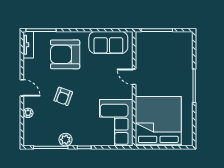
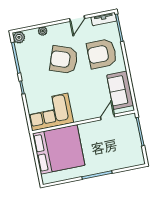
armchair: (65, 54) -> (102, 54), turned -90
door: (134, 77) -> (108, 117), moved
door: (22, 88) -> (77, 18), moved
armchair: (63, 96) -> (64, 60), width x1.88, depth x1.88
plant: (65, 140) -> (19, 37), moved

